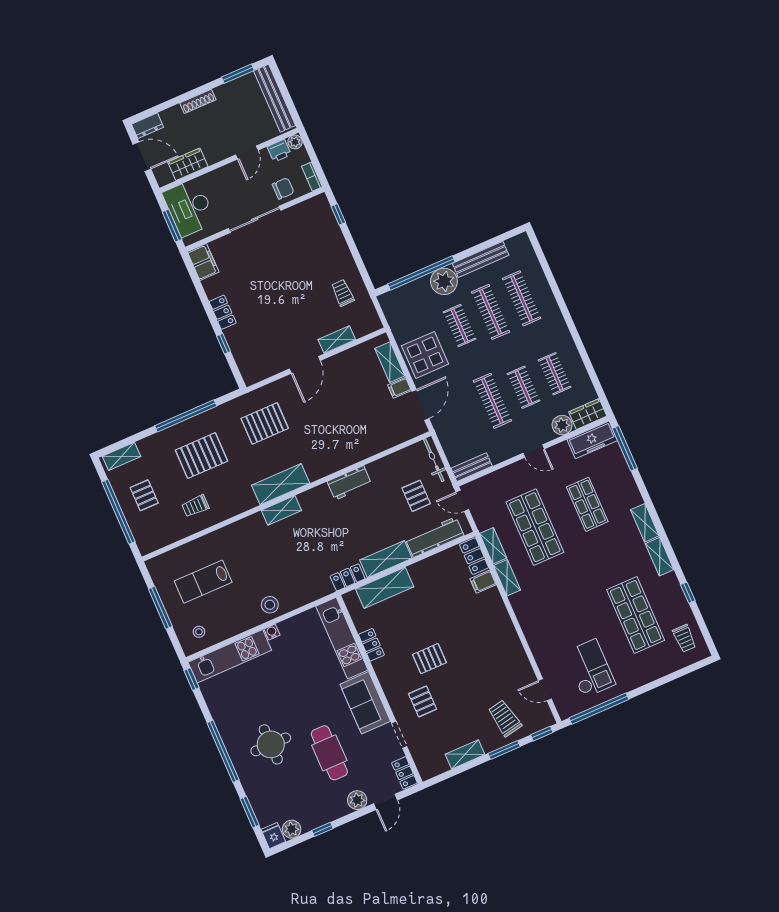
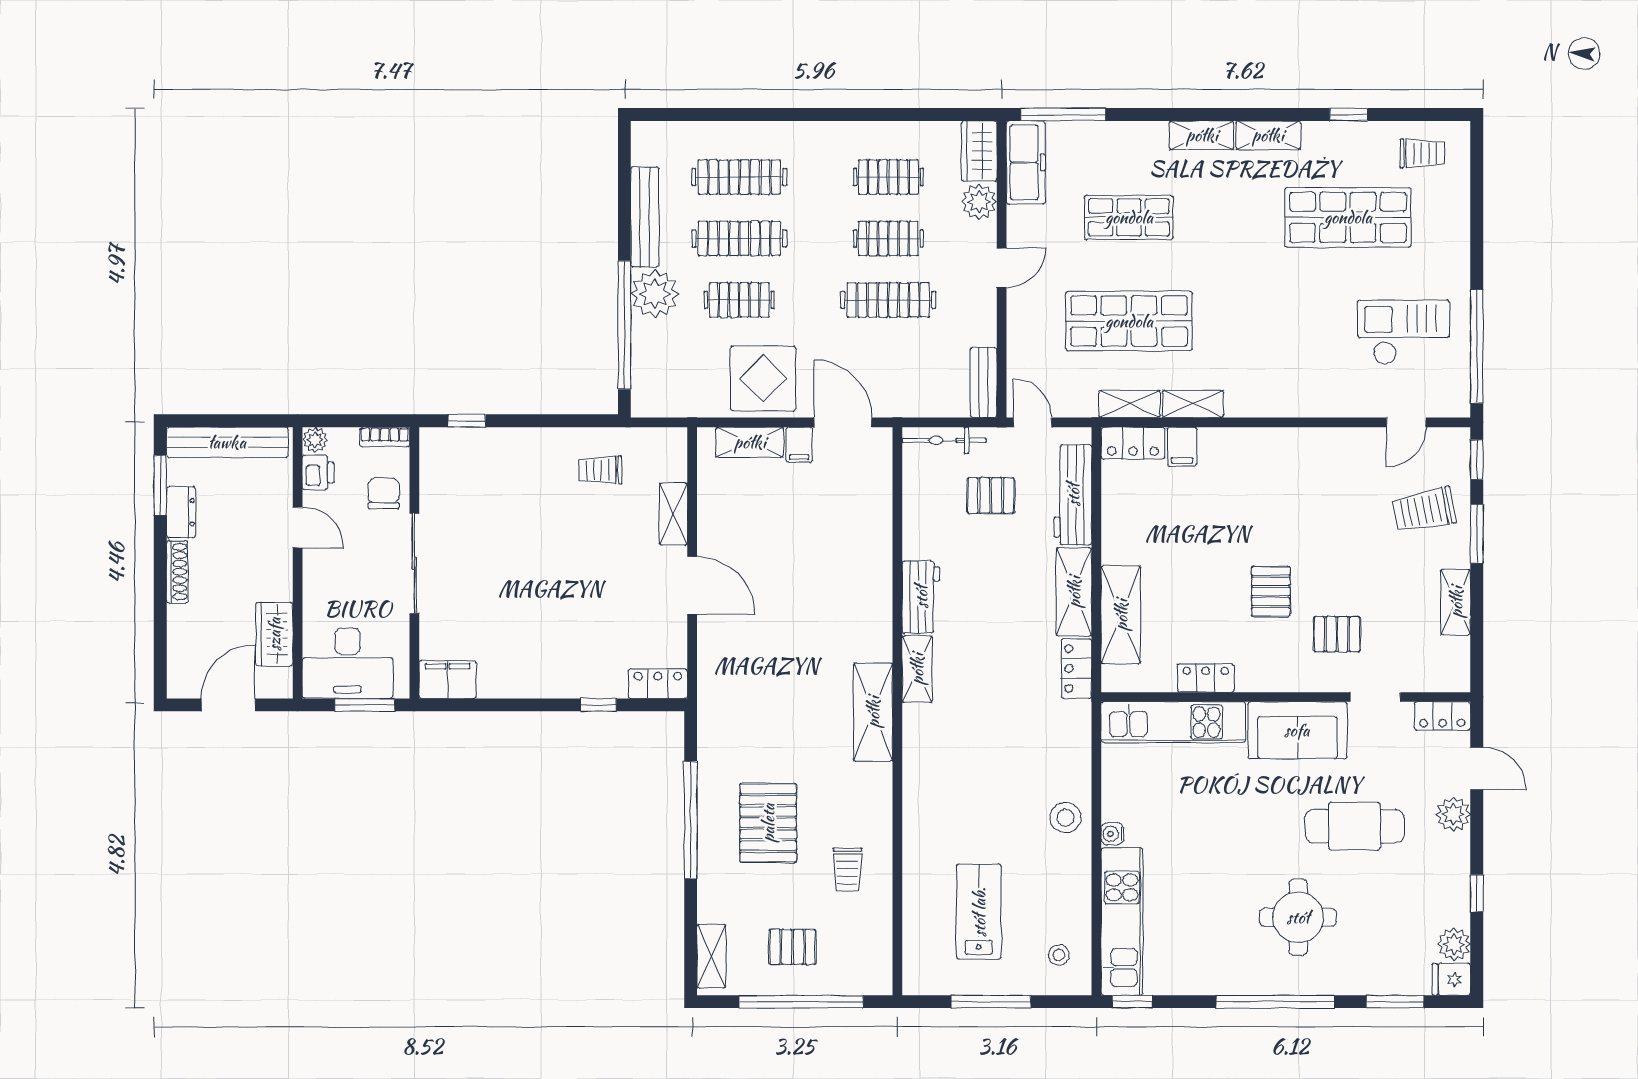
dresser: (148, 126) -> (181, 512), moved
locker: (223, 312) -> (658, 684), moved
pallet: (265, 423) -> (761, 694), removed
door: (462, 501) -> (1032, 422), swing flipped
shelving: (281, 510) -> (917, 669), moved
lab bench: (203, 582) -> (979, 912), turned 180

